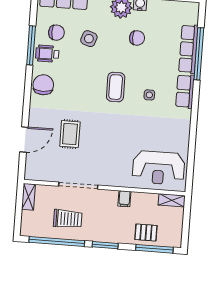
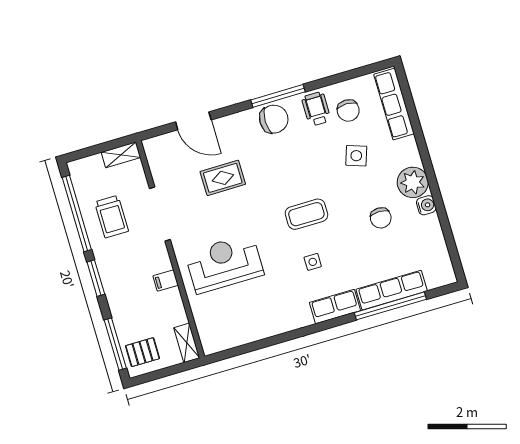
window: (31, 45) -> (278, 96), moved
reception desk: (158, 168) -> (224, 264), moved, turned 90
pallet: (146, 233) -> (143, 352), moved, turned 90

